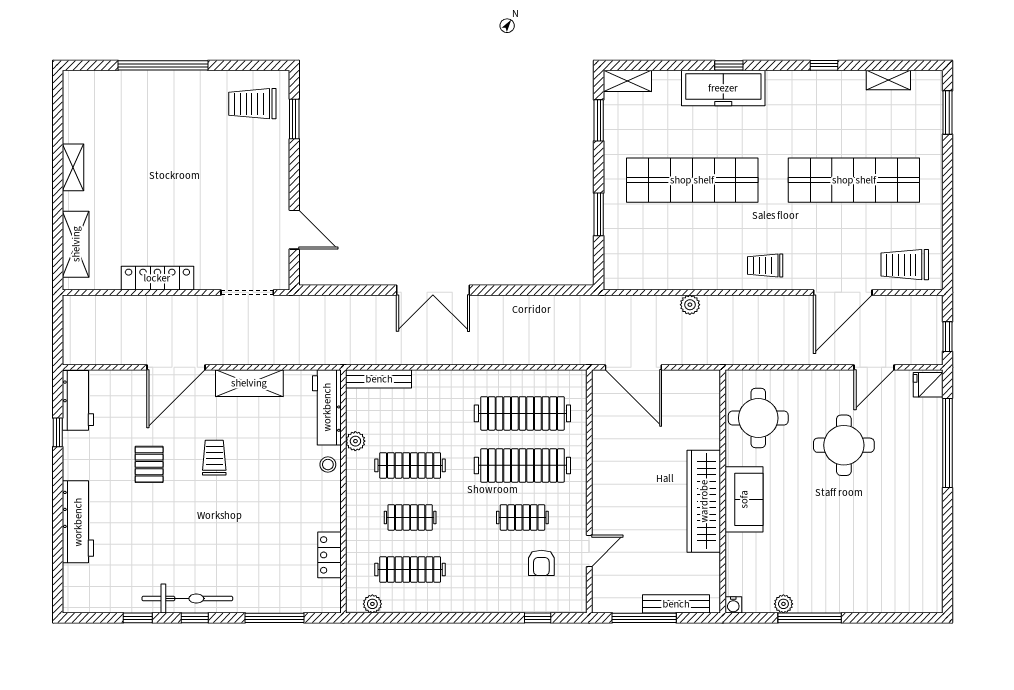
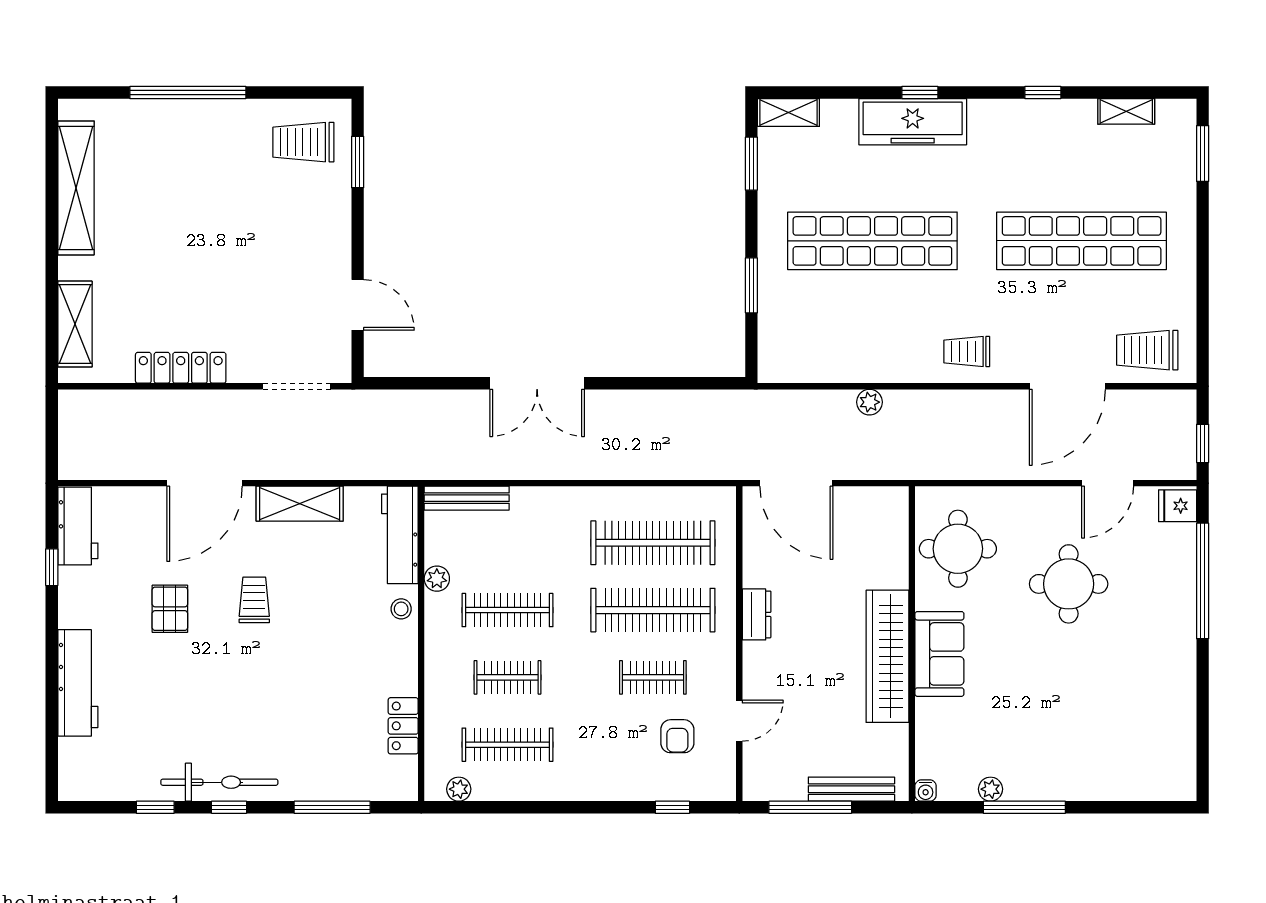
shelving: (73, 167) -> (76, 188), width x2.20, depth x1.33
dresser: (603, 469) -> (757, 614), added

